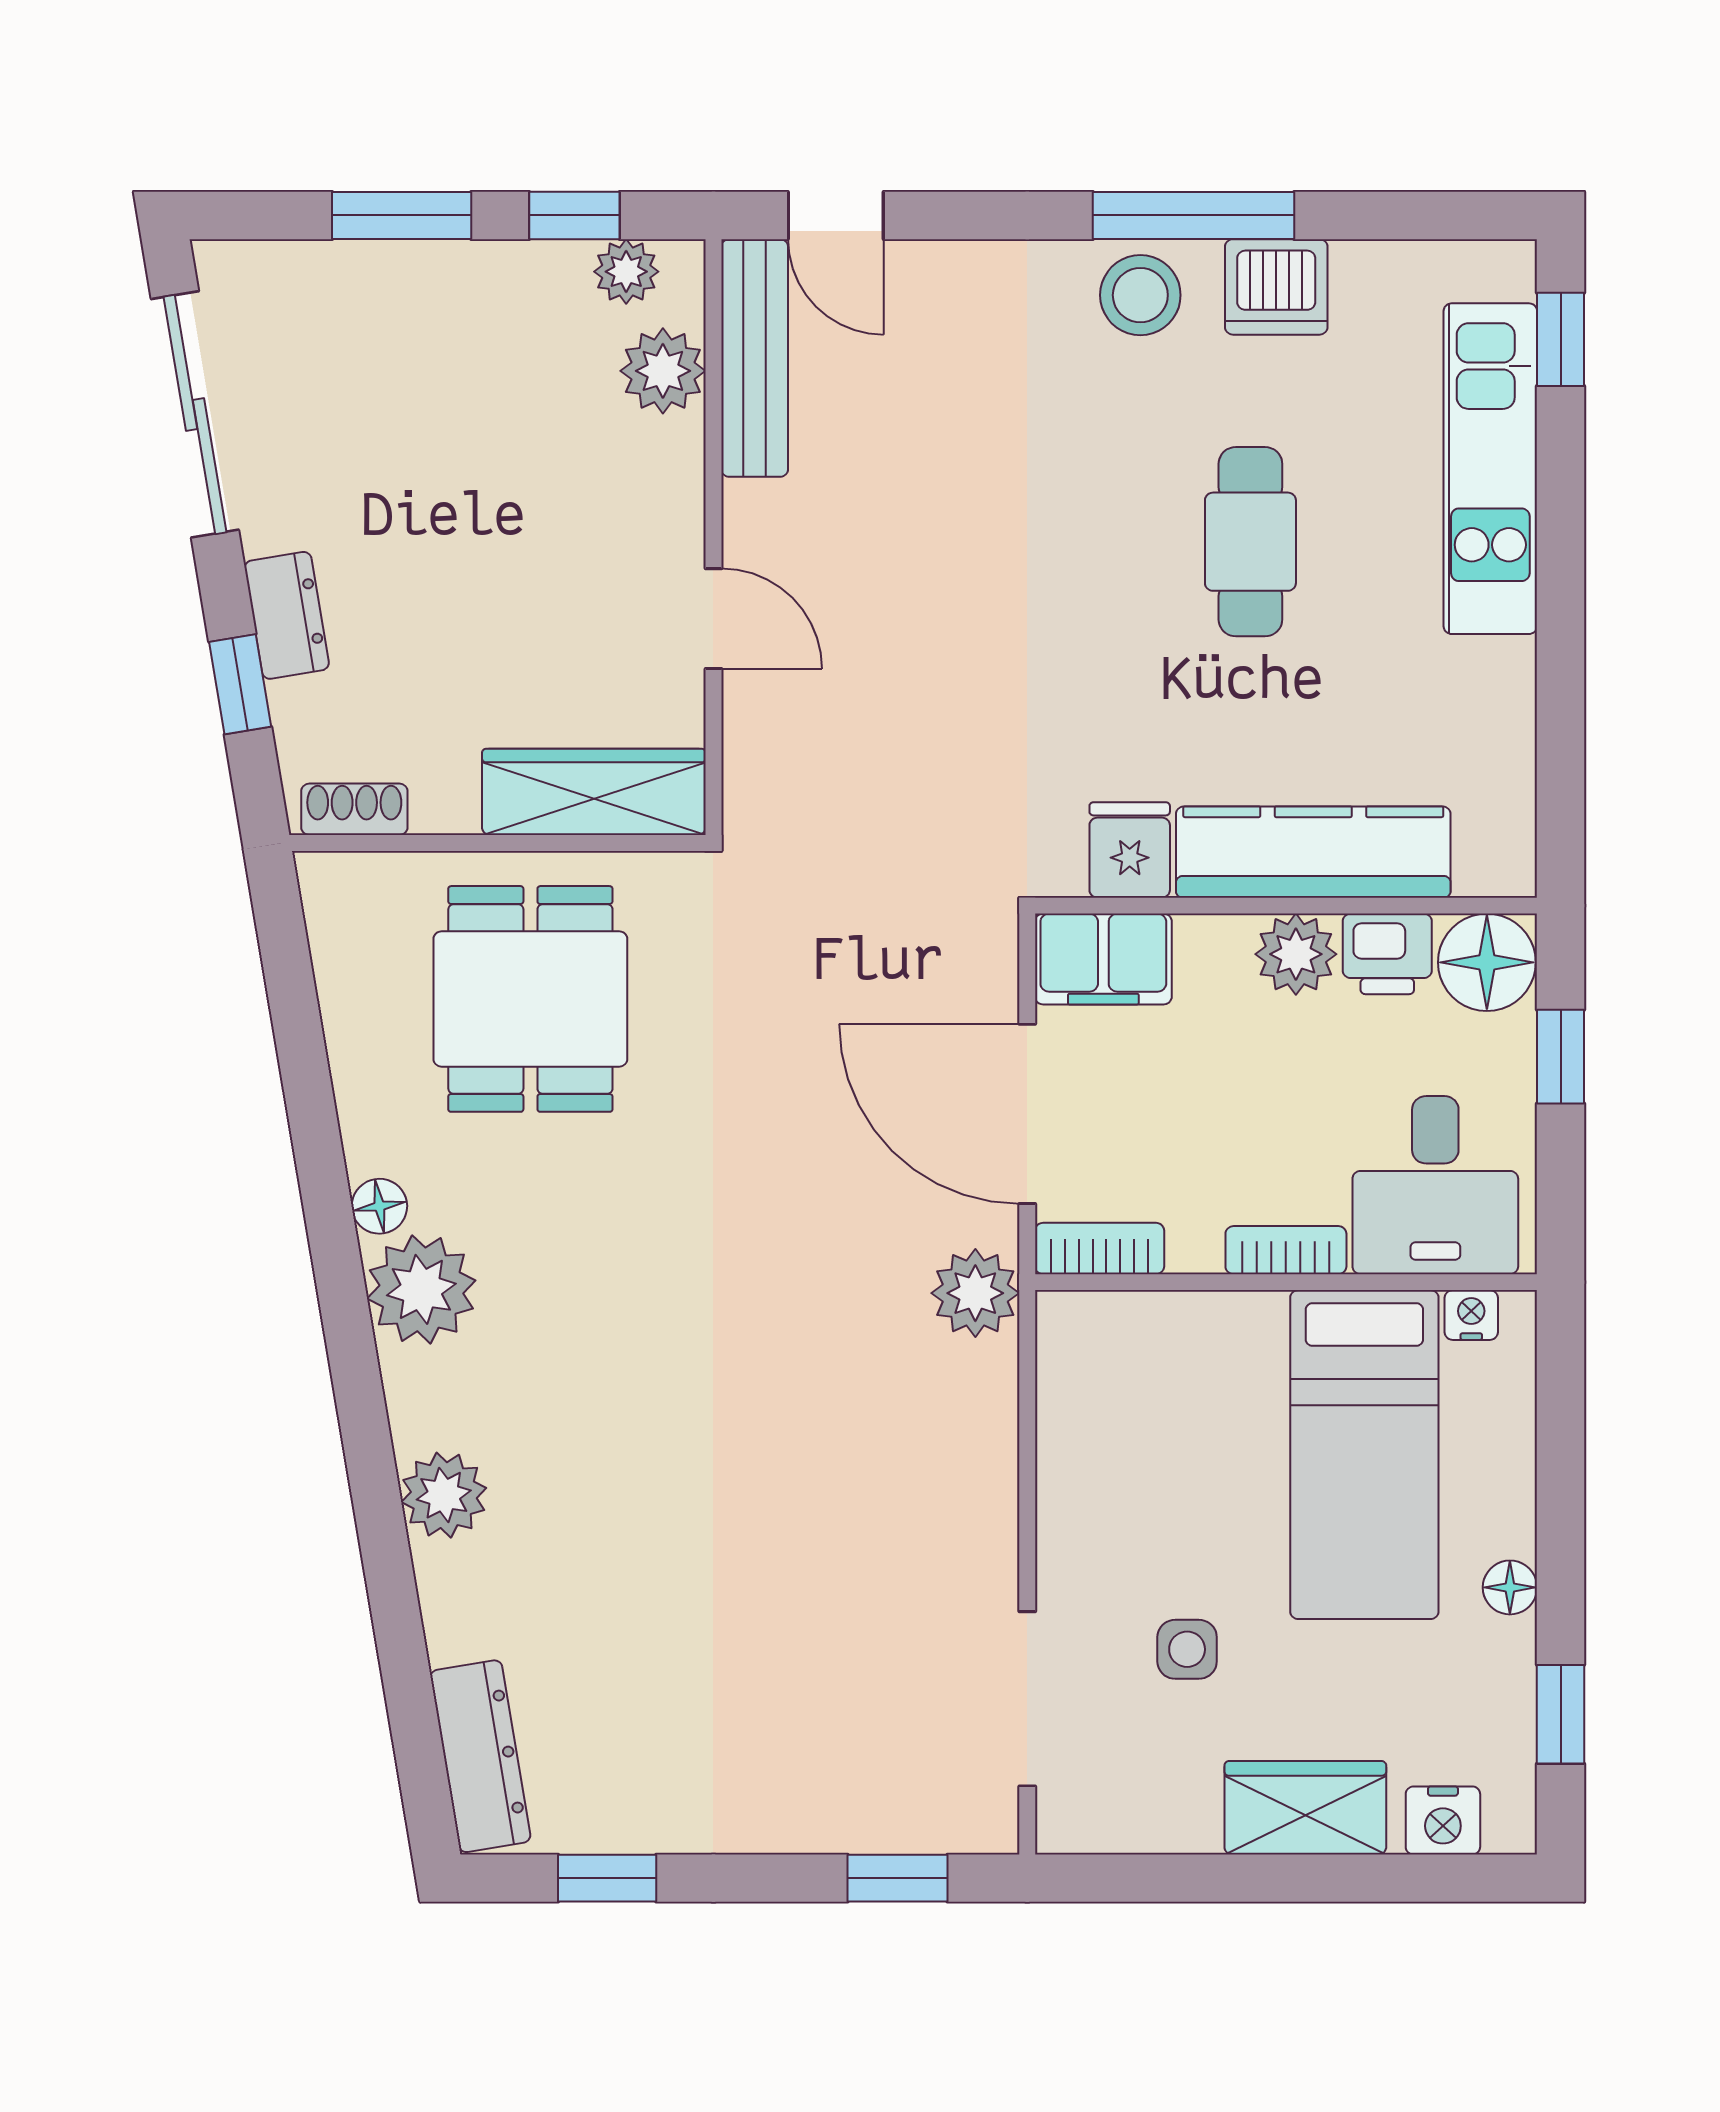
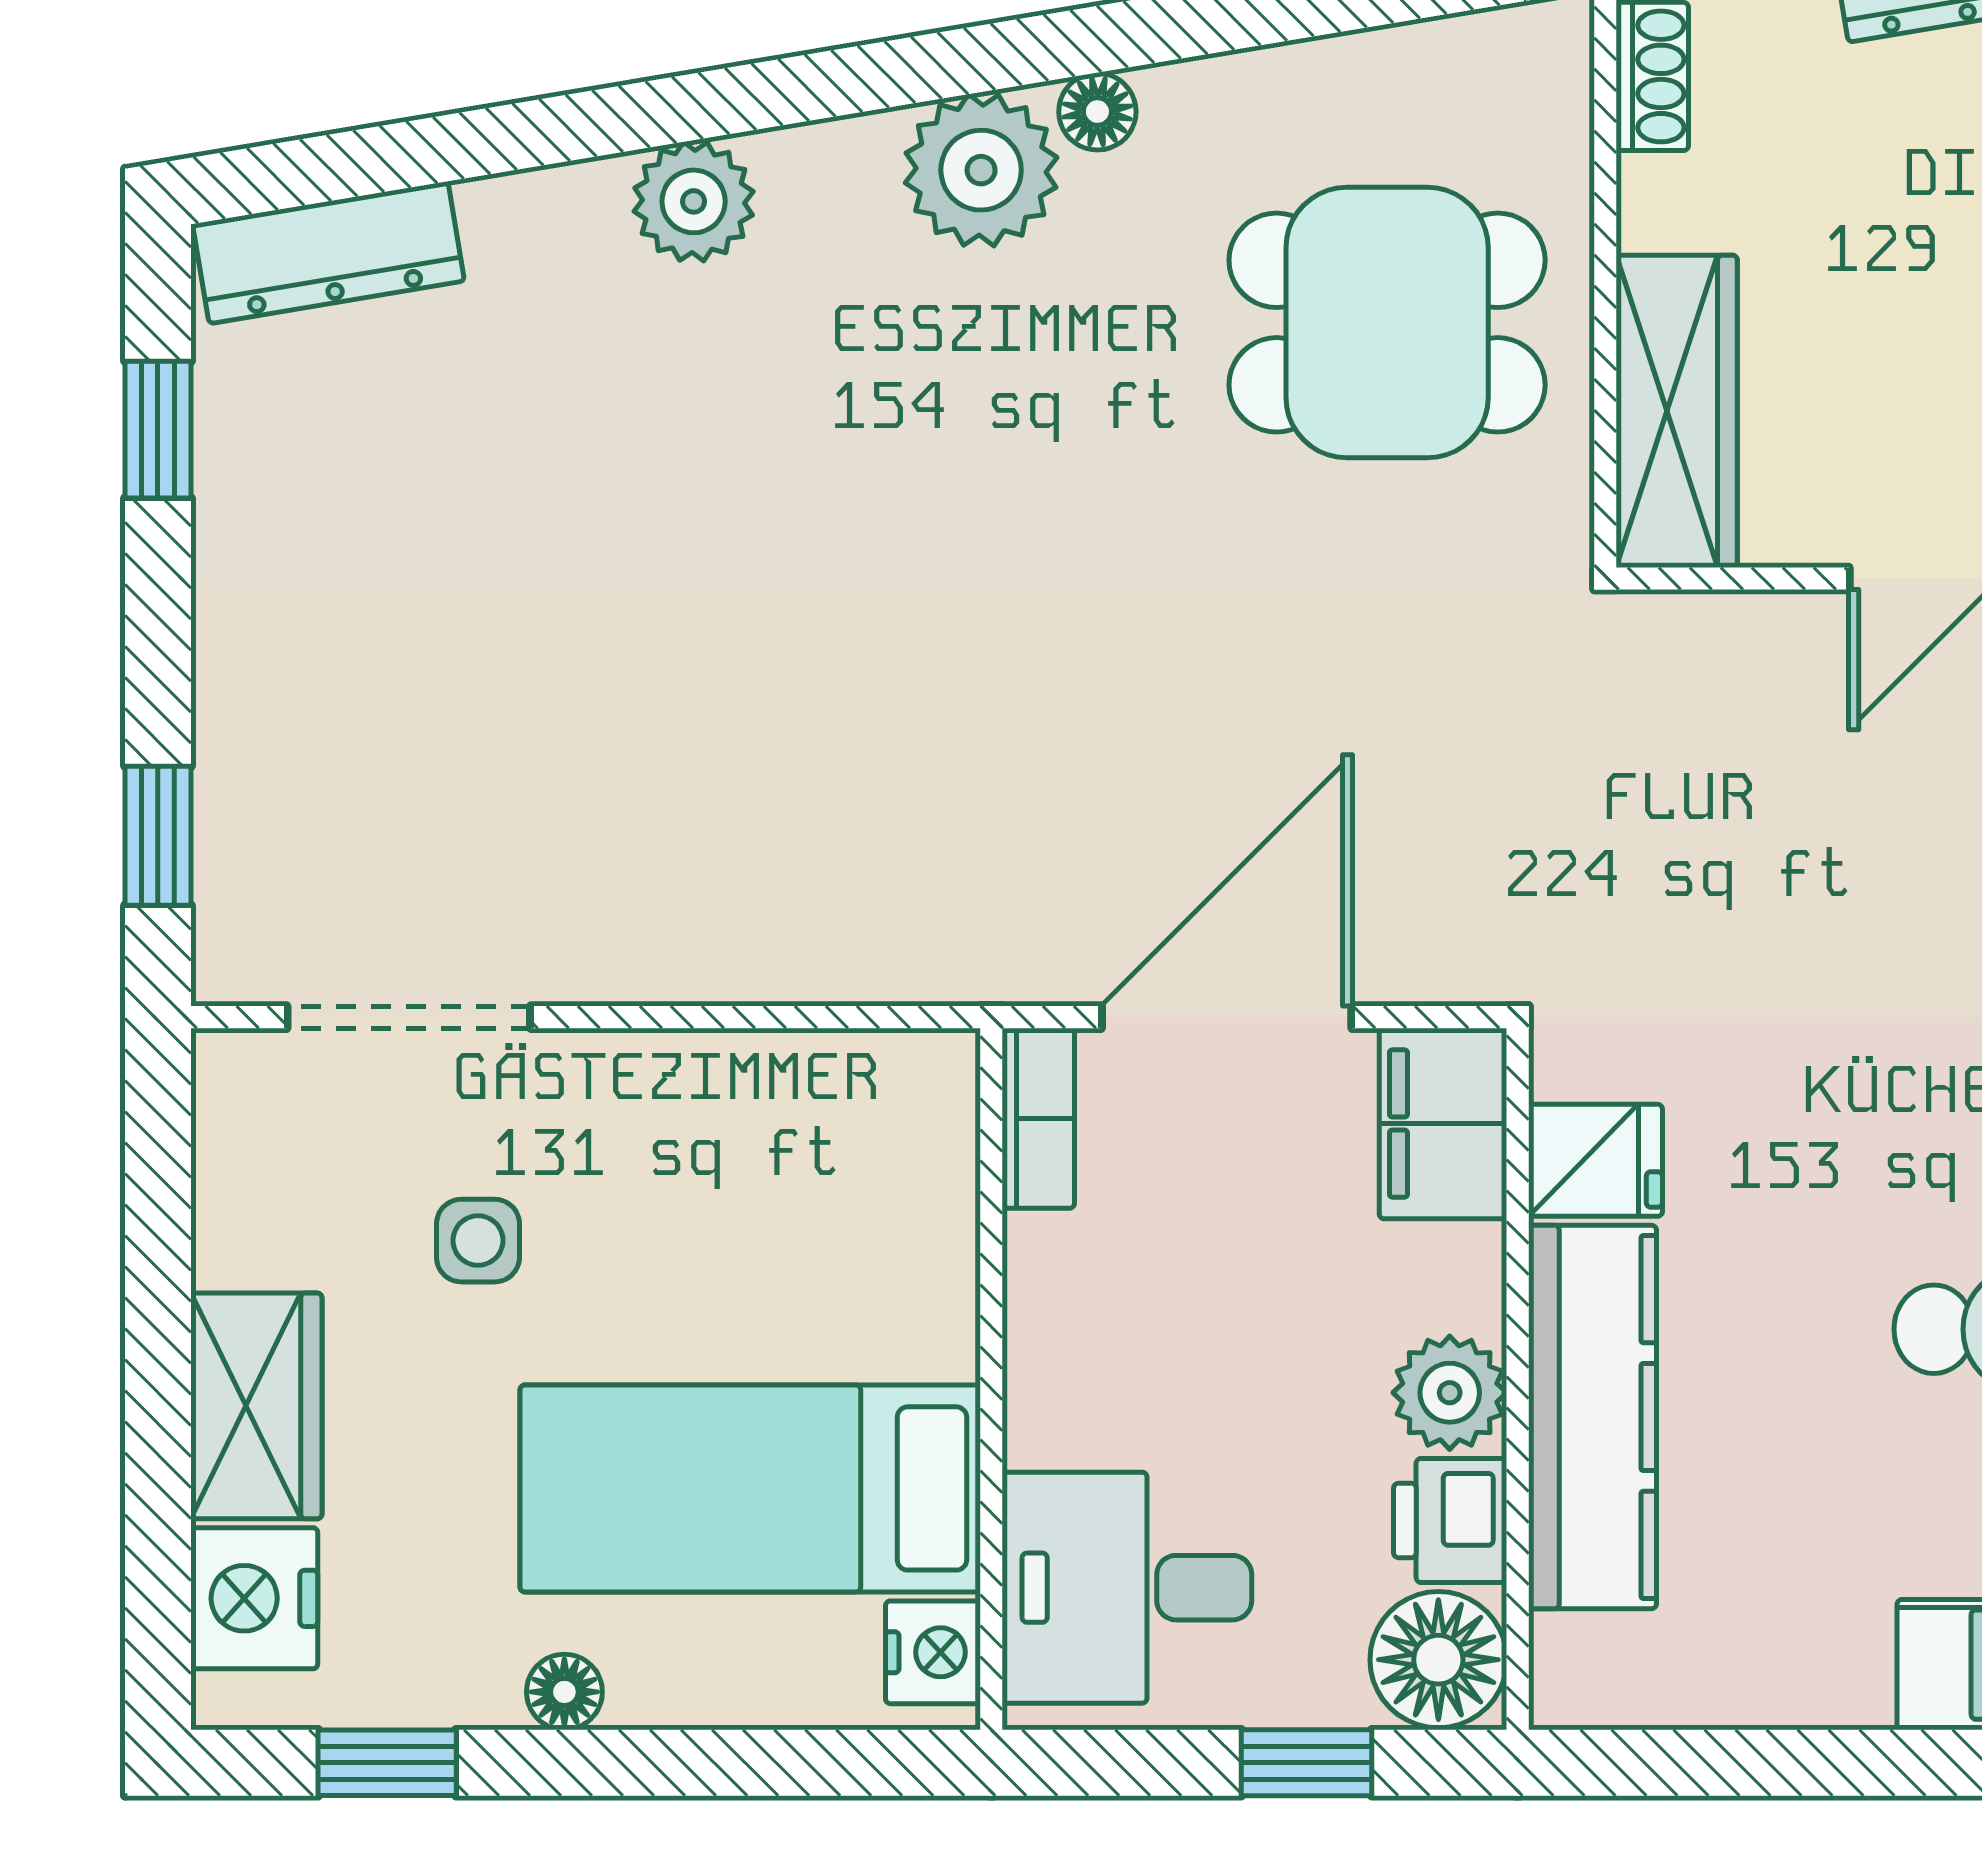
bookcase: (1286, 1250) -> (1036, 1379), removed
plant: (975, 1293) -> (976, 944), removed
nightstand: (1471, 1315) -> (933, 1652), width x1.39, depth x1.35
nightstand: (1443, 1820) -> (254, 1598), width x1.36, depth x1.33

